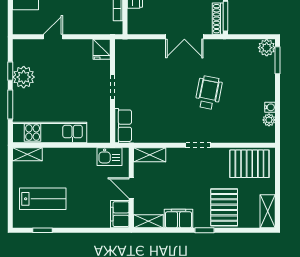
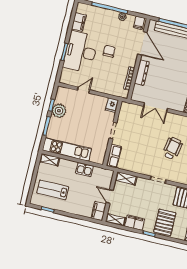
double door: (184, 37) -> (156, 107), moved
kitchen sink: (110, 157) -> (84, 170), moved
lab bench: (43, 199) -> (53, 190), turned 180

